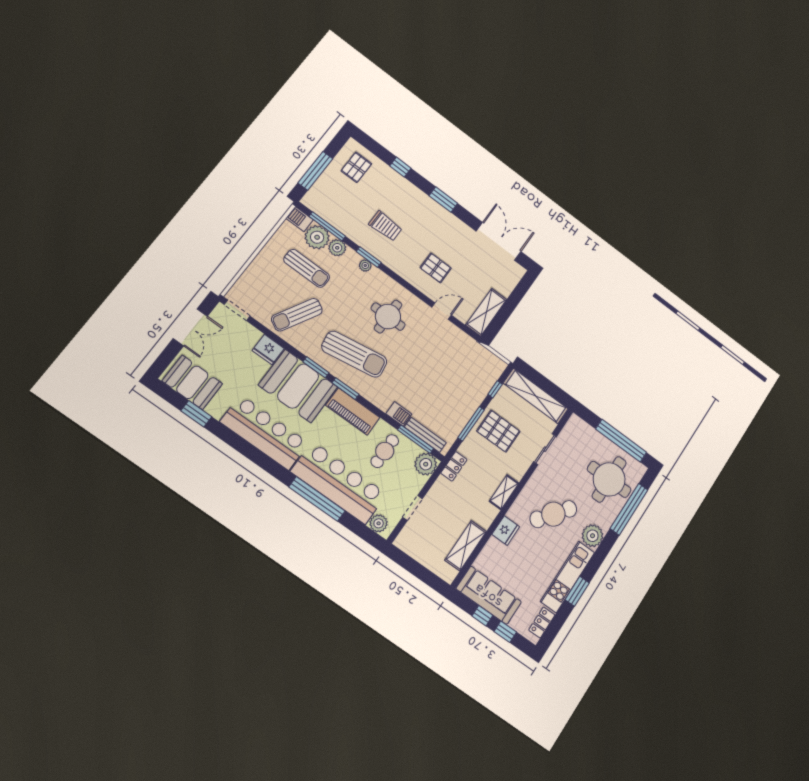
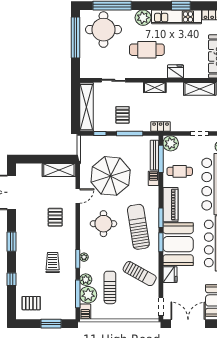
window: (315, 171) -> (51, 324), width x0.69
door: (442, 311) -> (78, 196), swing flipped
double door: (190, 327) -> (188, 324), width x1.37
parasol: (438, 366) -> (111, 176), added
pallet: (498, 431) -> (123, 115), width x0.67, depth x0.71
cafe table: (553, 514) -> (147, 50), turned -38

